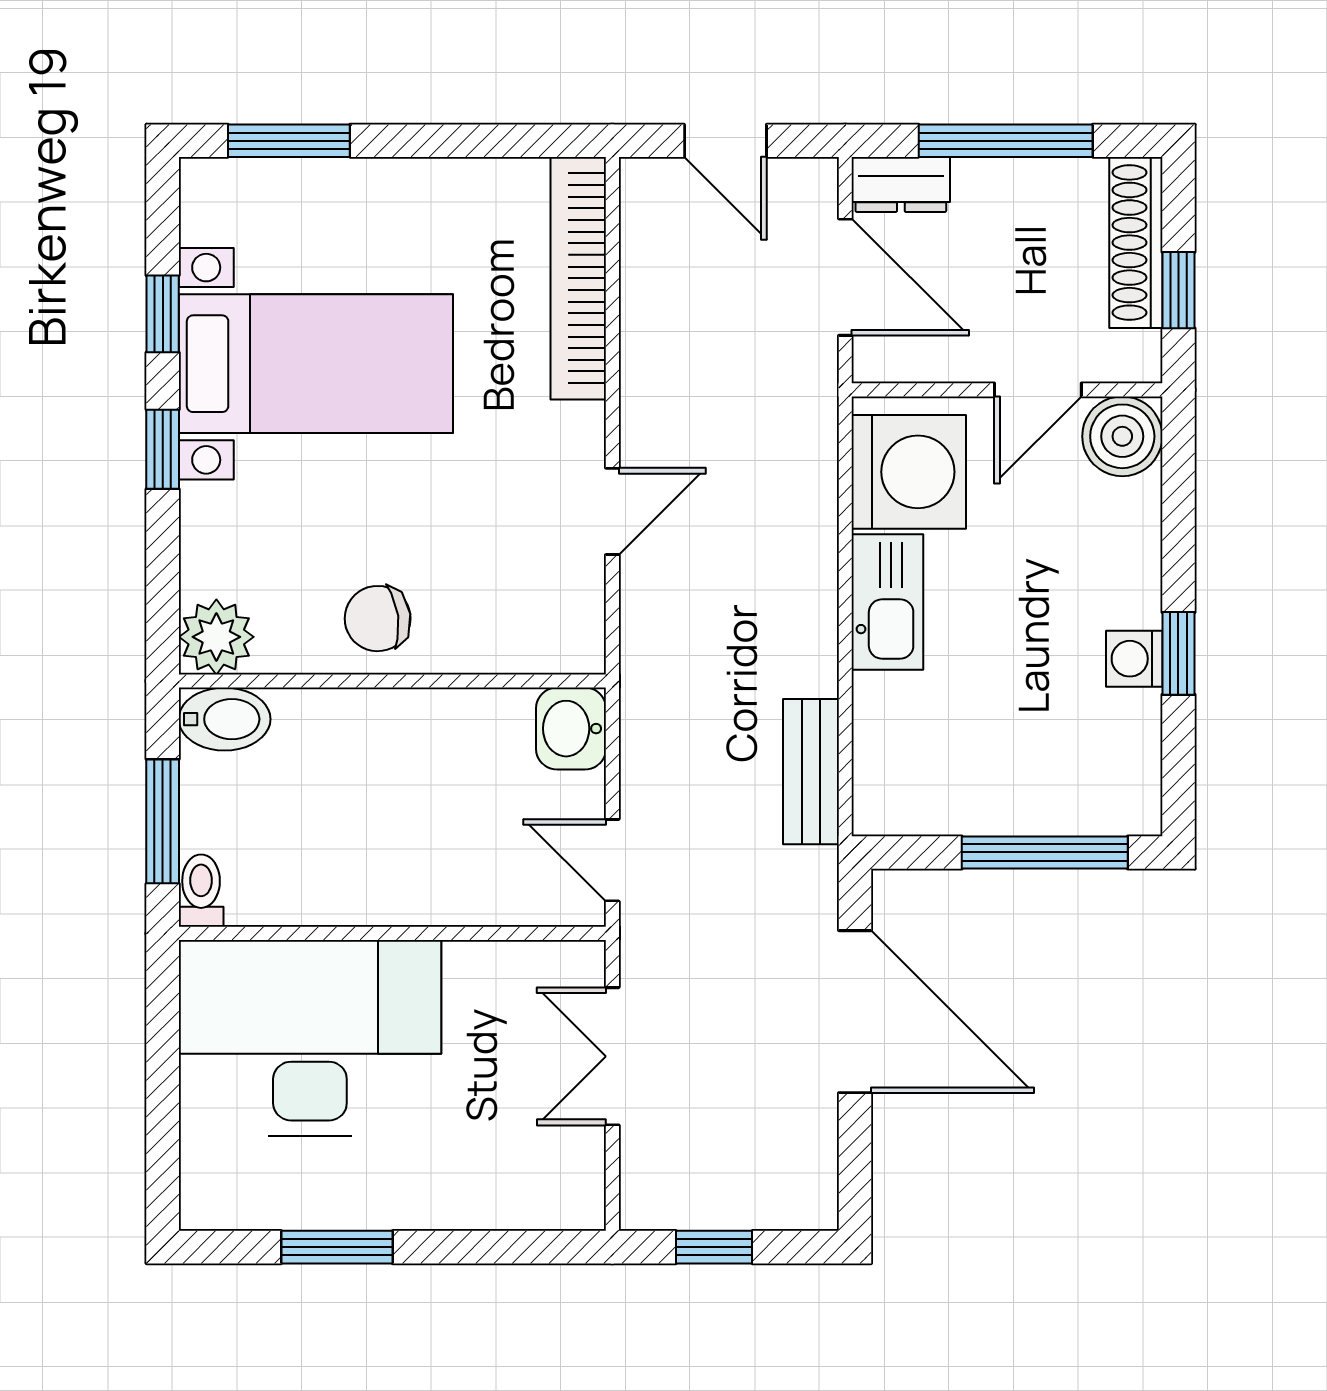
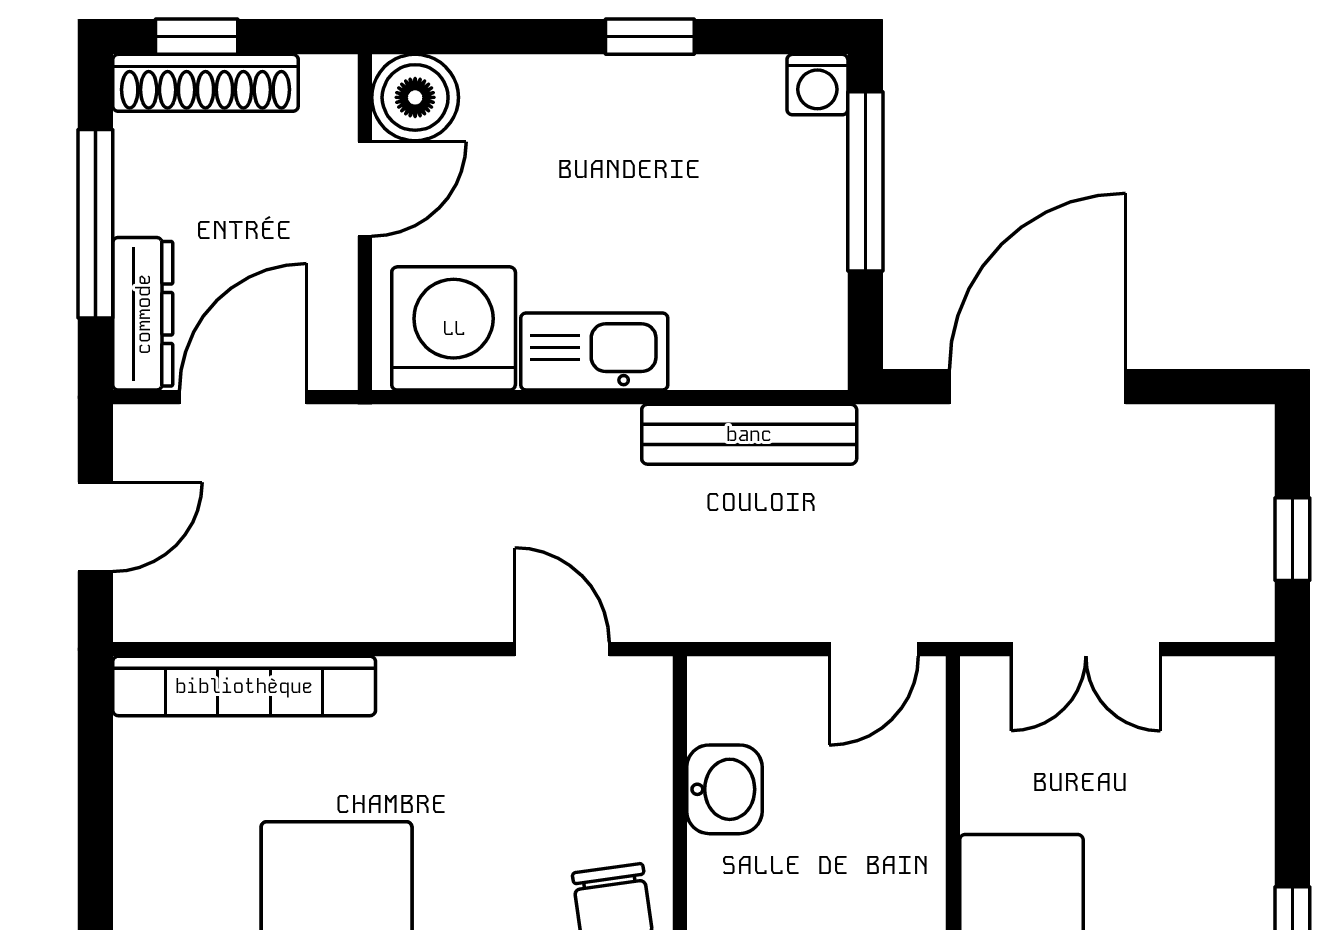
dresser: (901, 185) -> (143, 314), width x1.44
window: (1178, 290) -> (197, 37), moved
door: (1038, 390) -> (365, 189), hinge flipped
door: (612, 511) -> (562, 649), moved
washing machine: (1134, 659) -> (817, 85), moved
washbasin: (571, 729) -> (724, 789), moved, turned -90
bench: (811, 772) -> (749, 434), width x1.36

